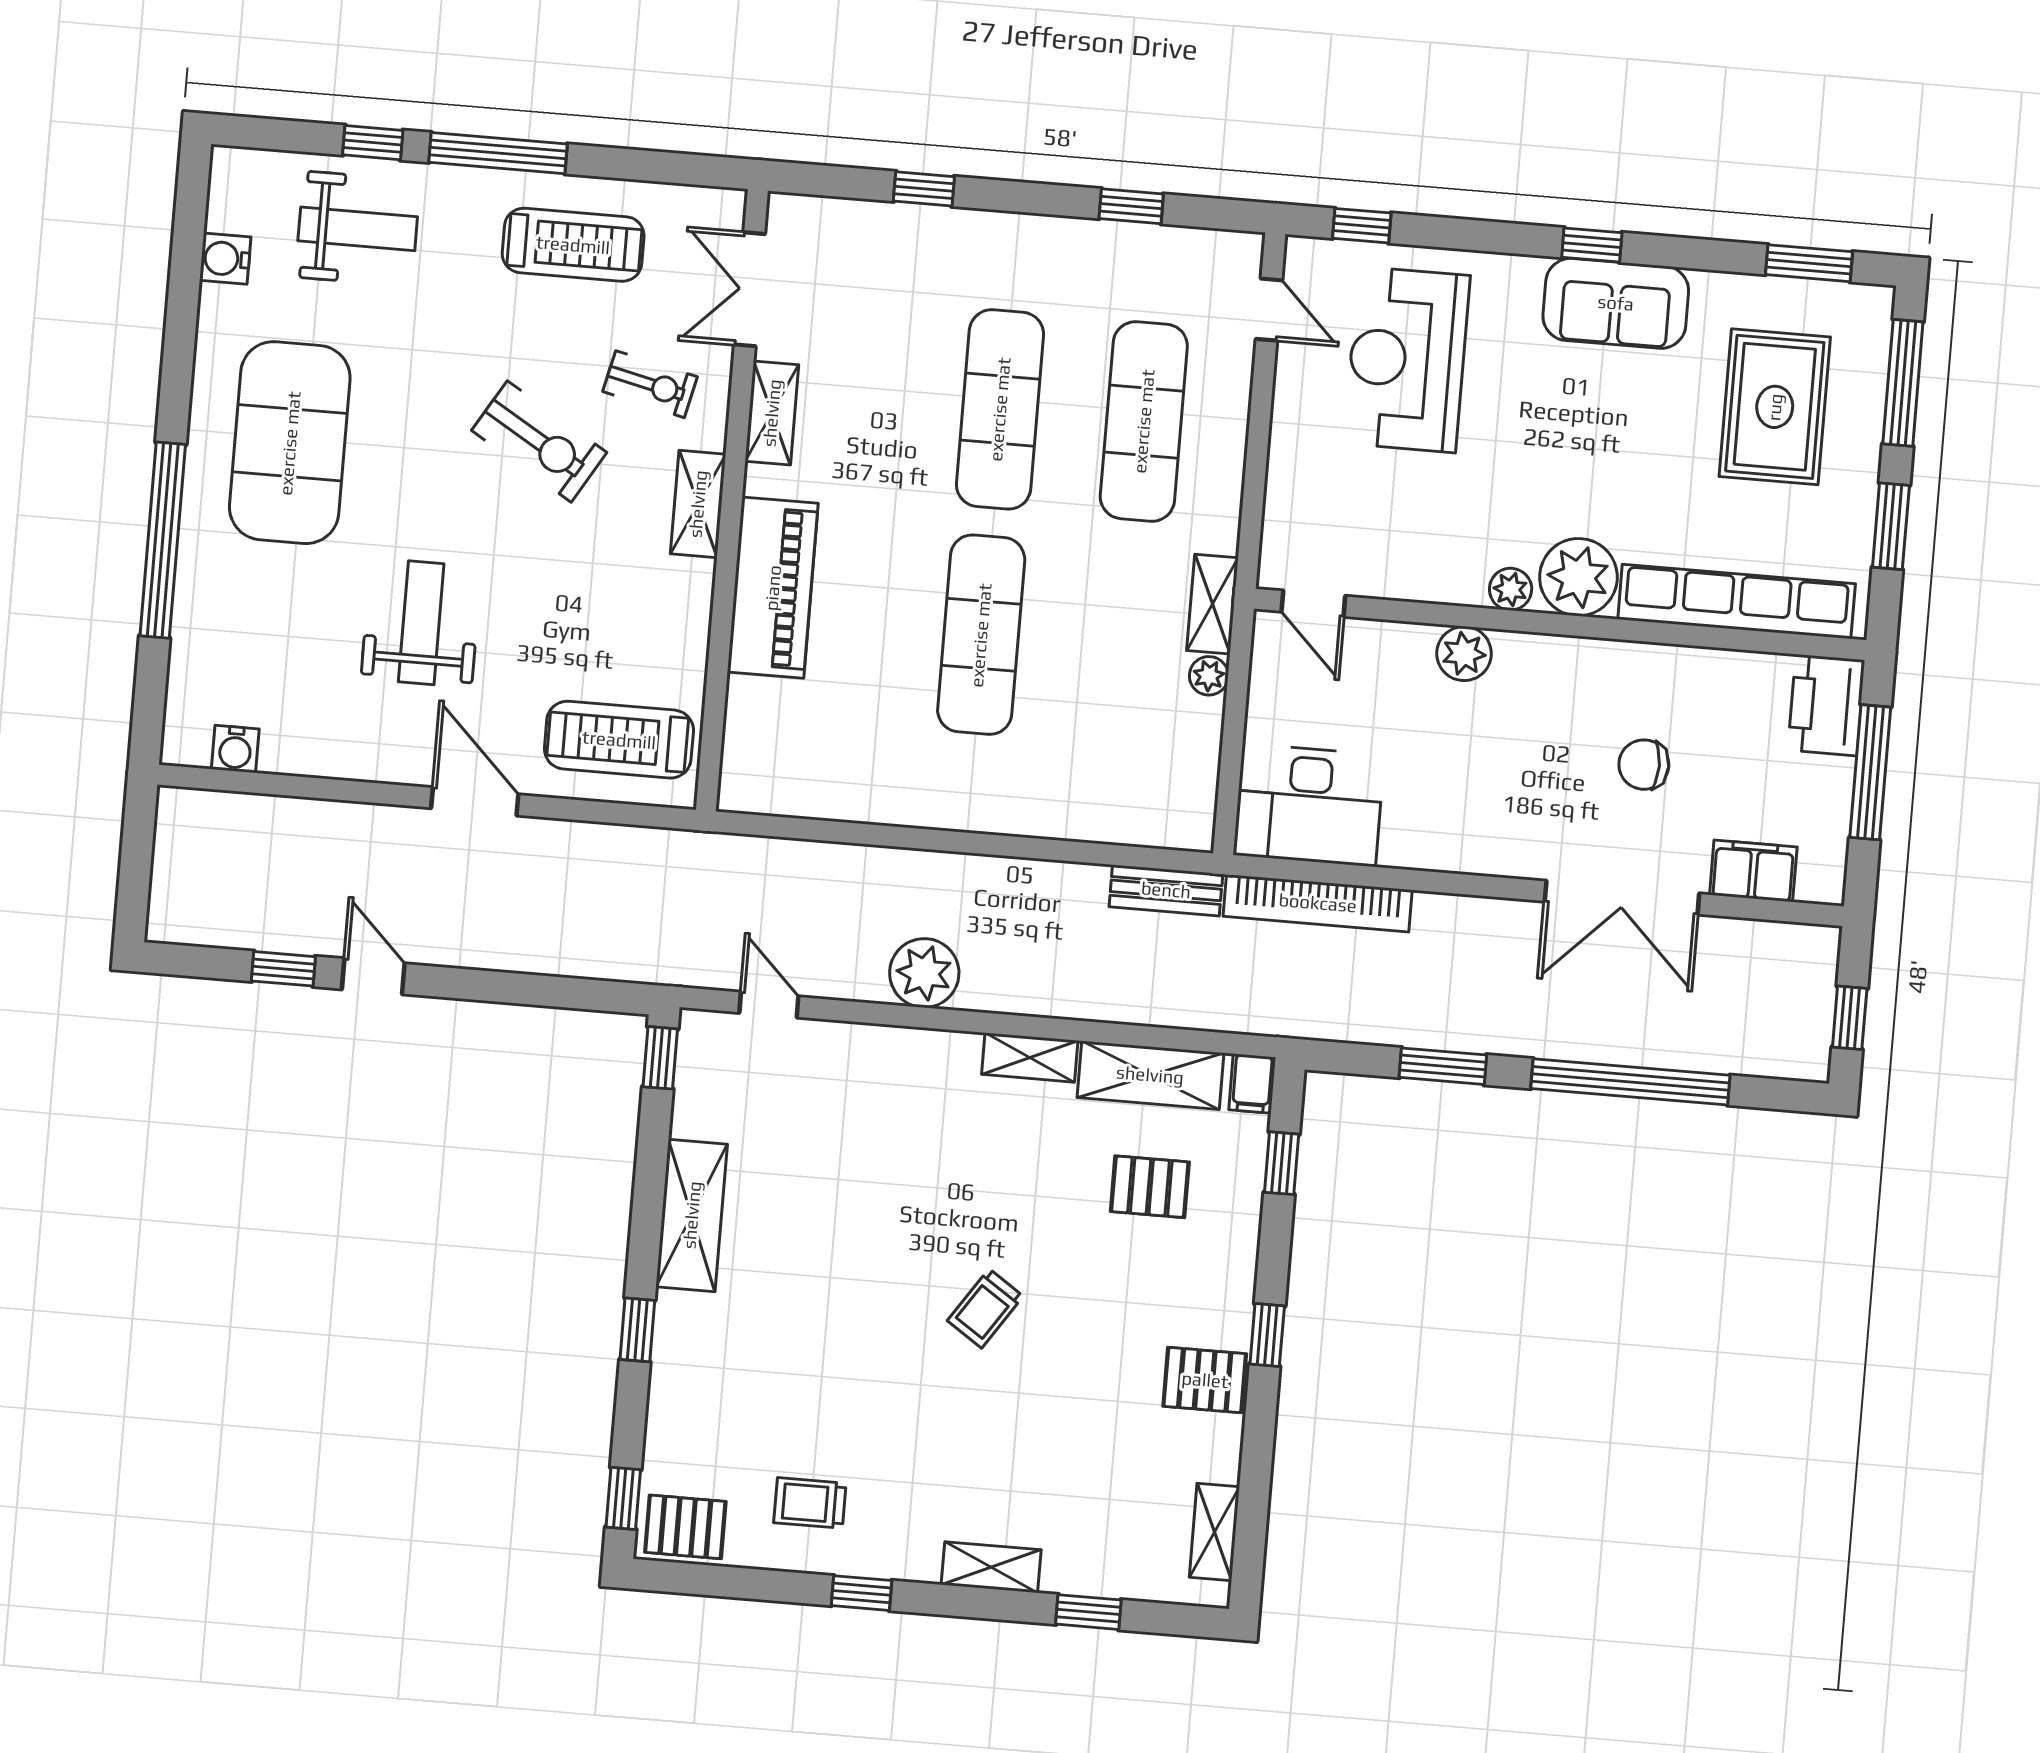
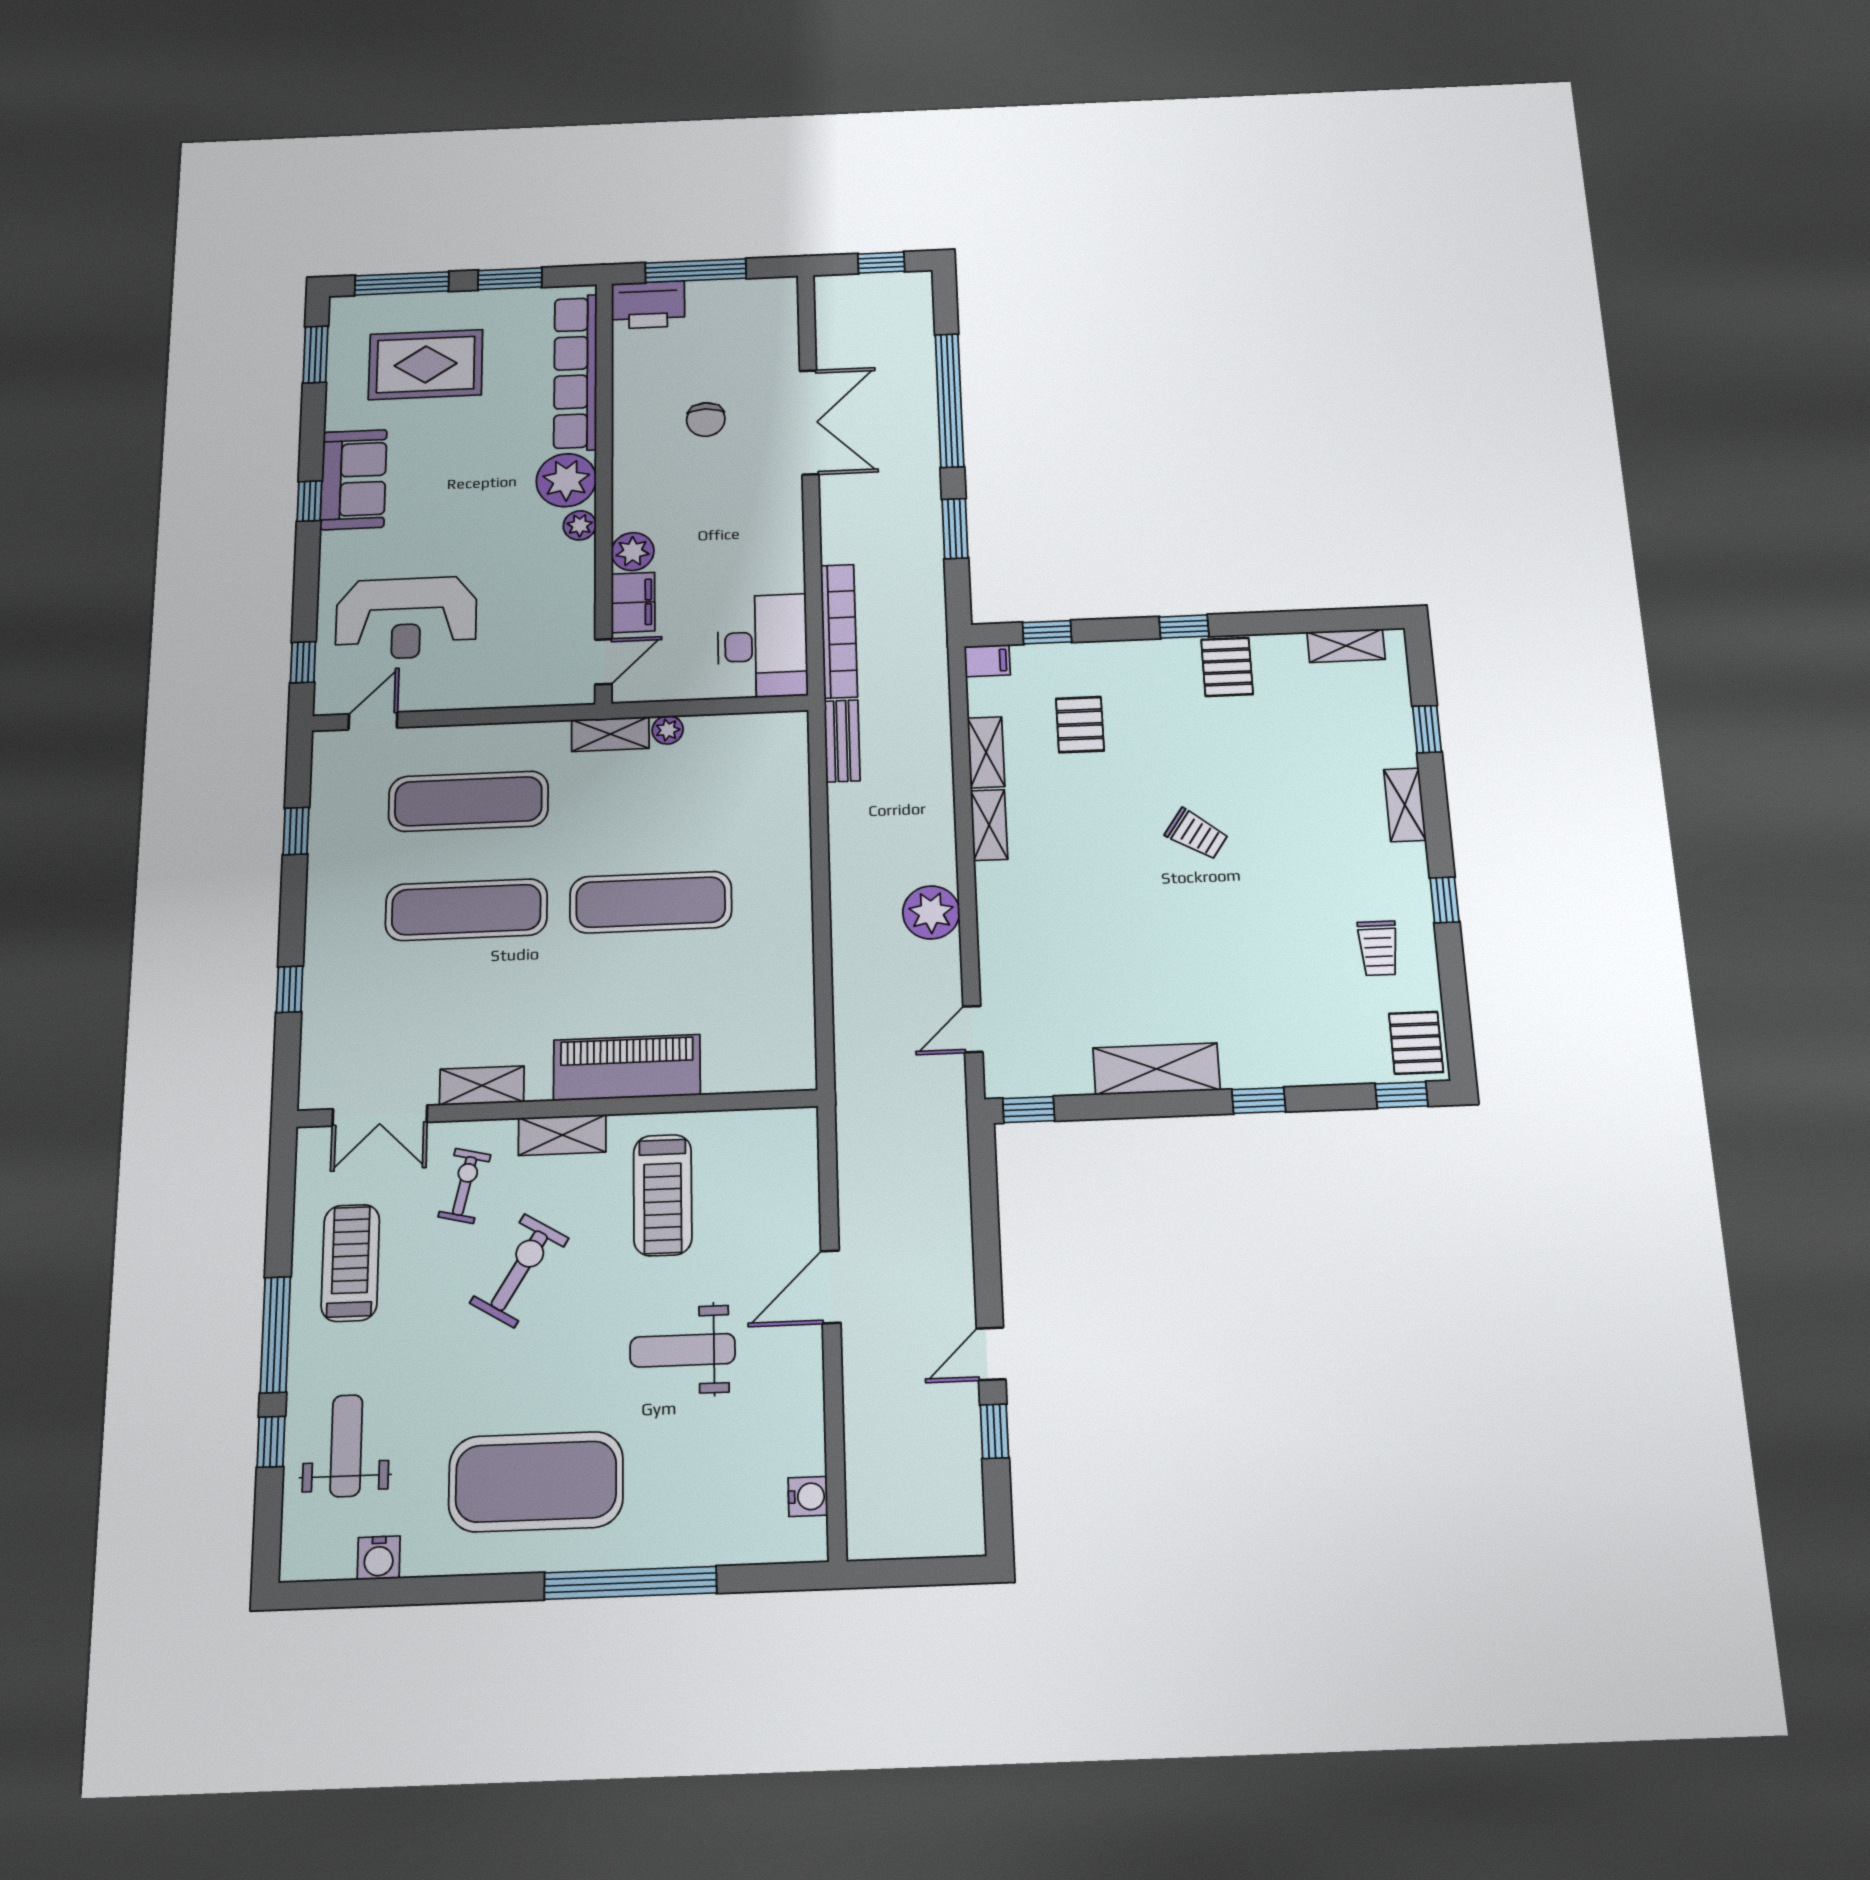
treadmill: (619, 740) -> (663, 1195), moved
filing cabinet: (1753, 871) -> (633, 602), moved, turned 180
shelving: (1150, 1075) -> (986, 752), width x0.67, depth x0.75

